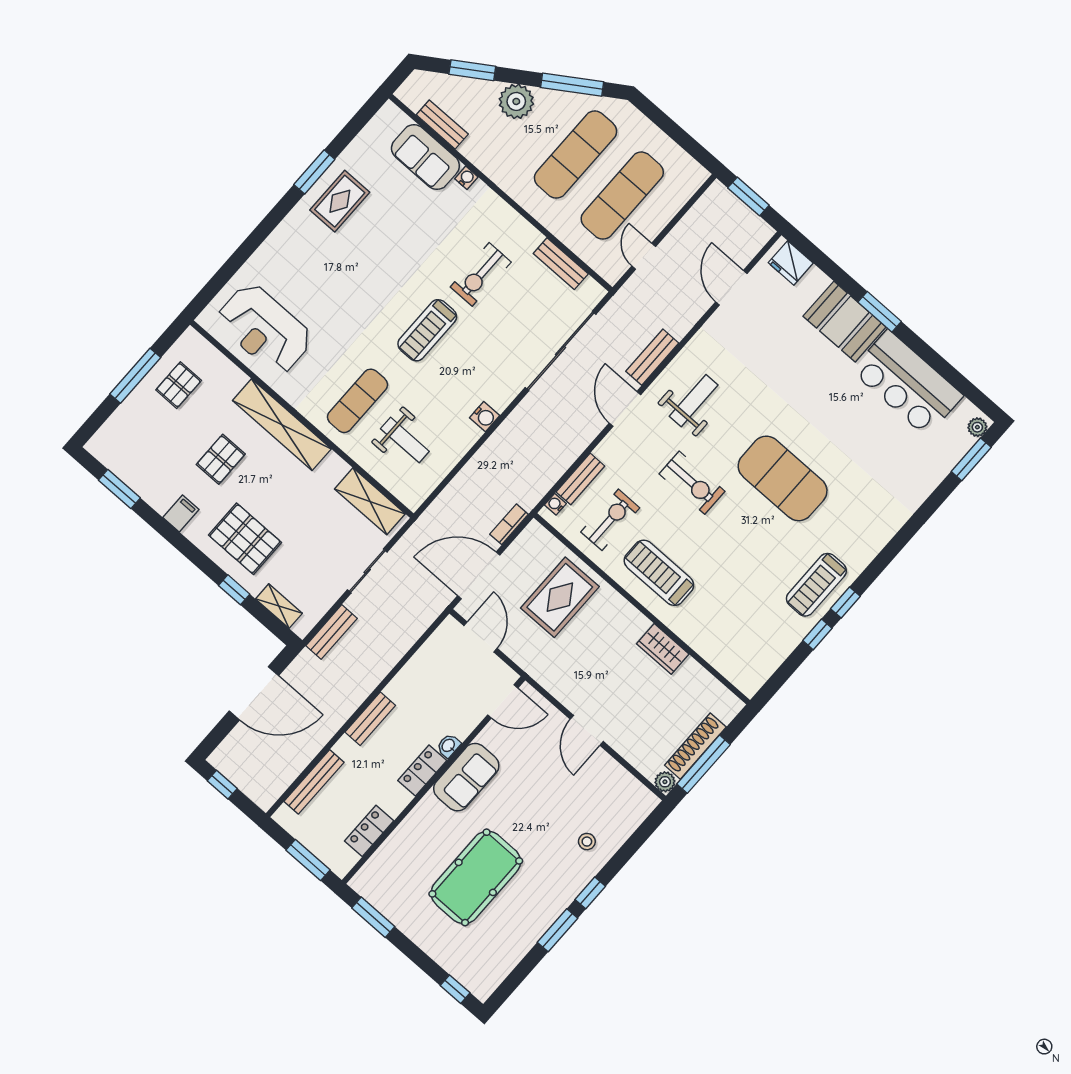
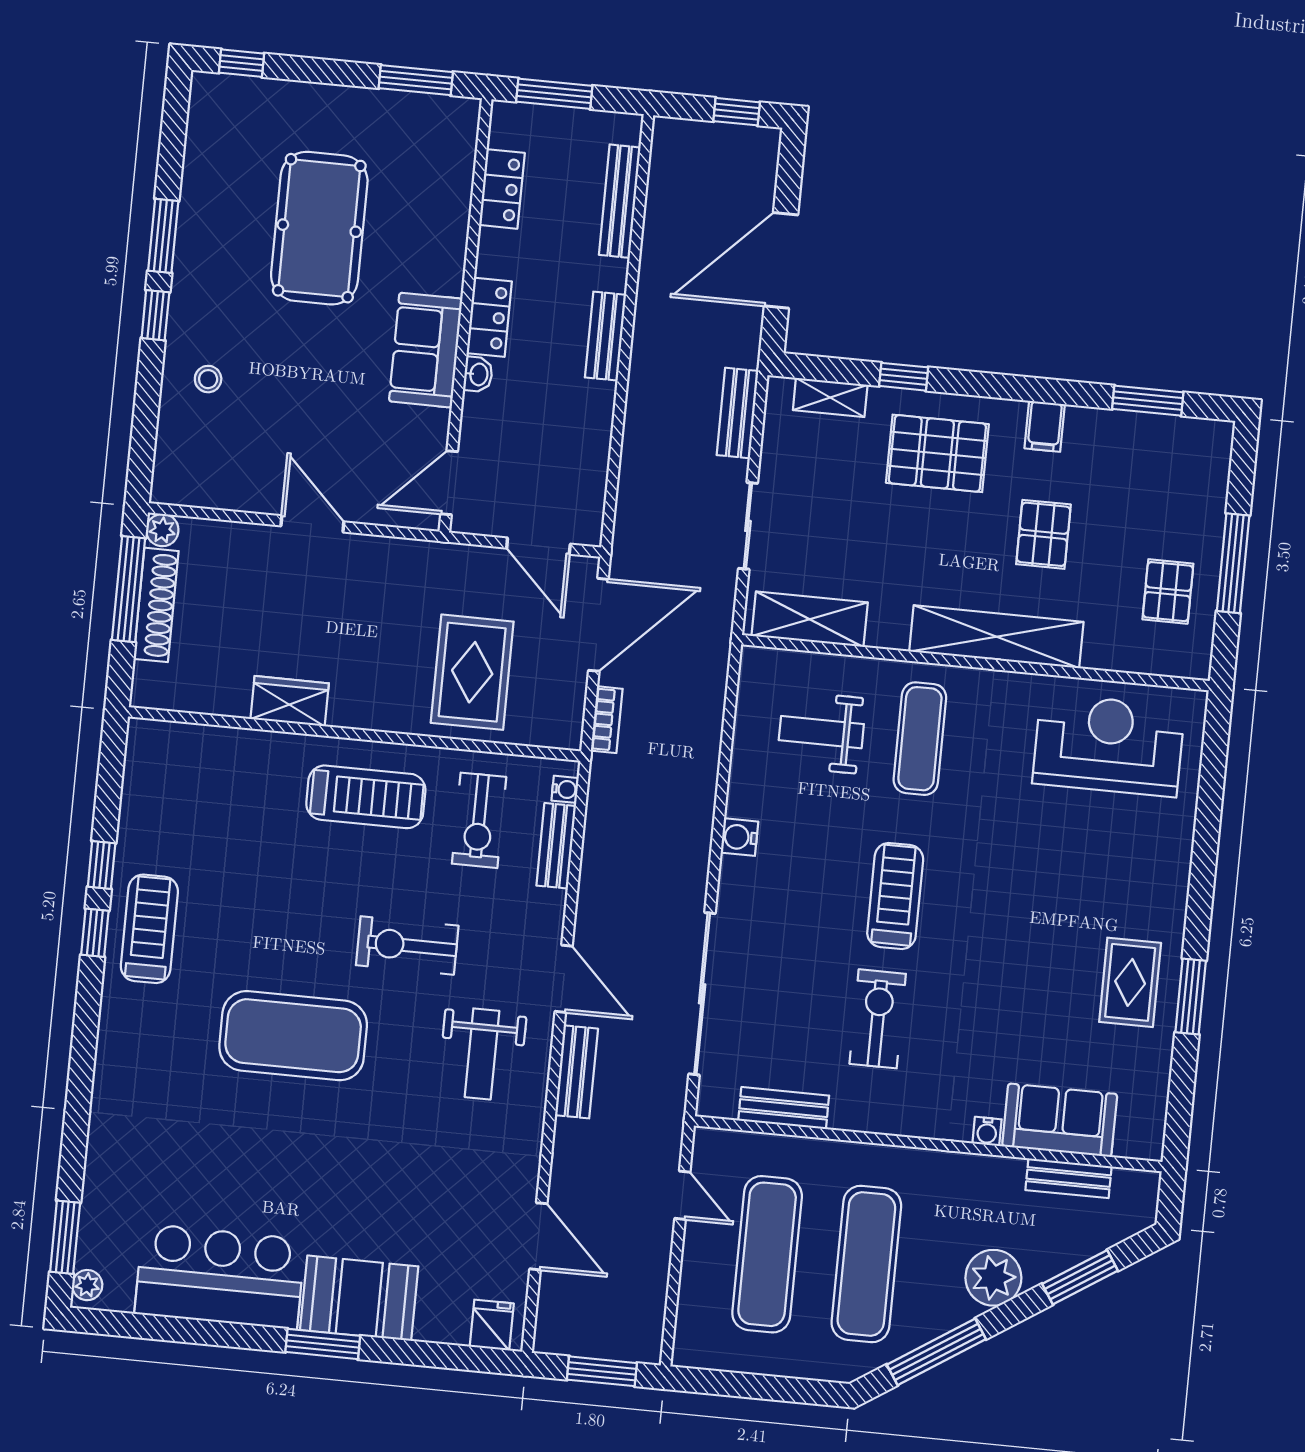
fridge: (791, 263) -> (492, 1325), width x0.72

